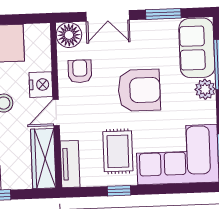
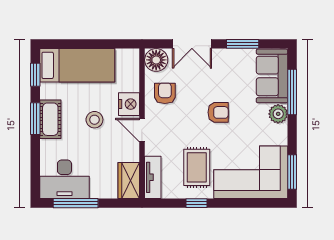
armchair: (139, 90) -> (218, 112), width x0.53, depth x0.53
door: (56, 112) -> (142, 130), hinge flipped
wardrobe: (43, 159) -> (129, 181), width x0.67

